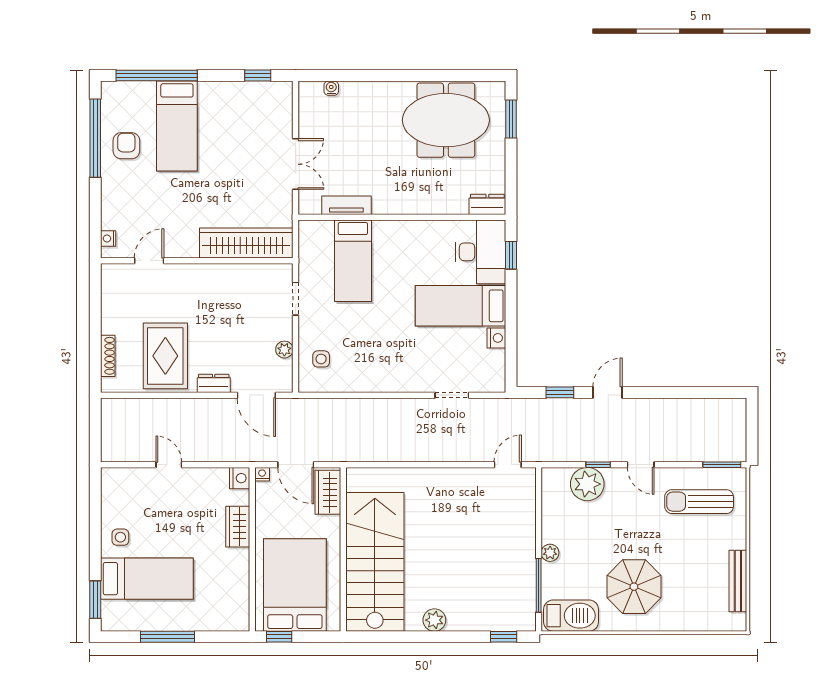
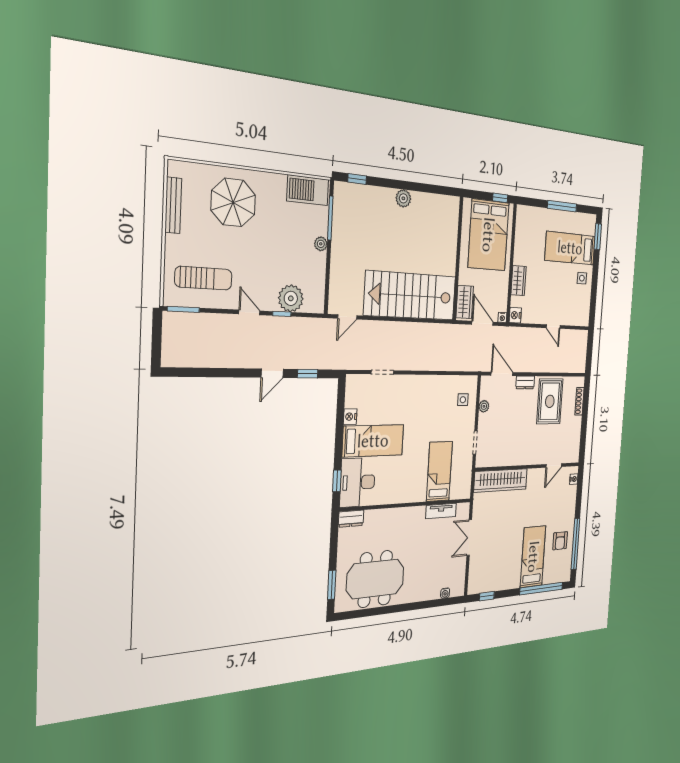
stairs: (375, 562) -> (410, 296), moved, turned 90
parasol: (634, 587) -> (233, 202), moved

